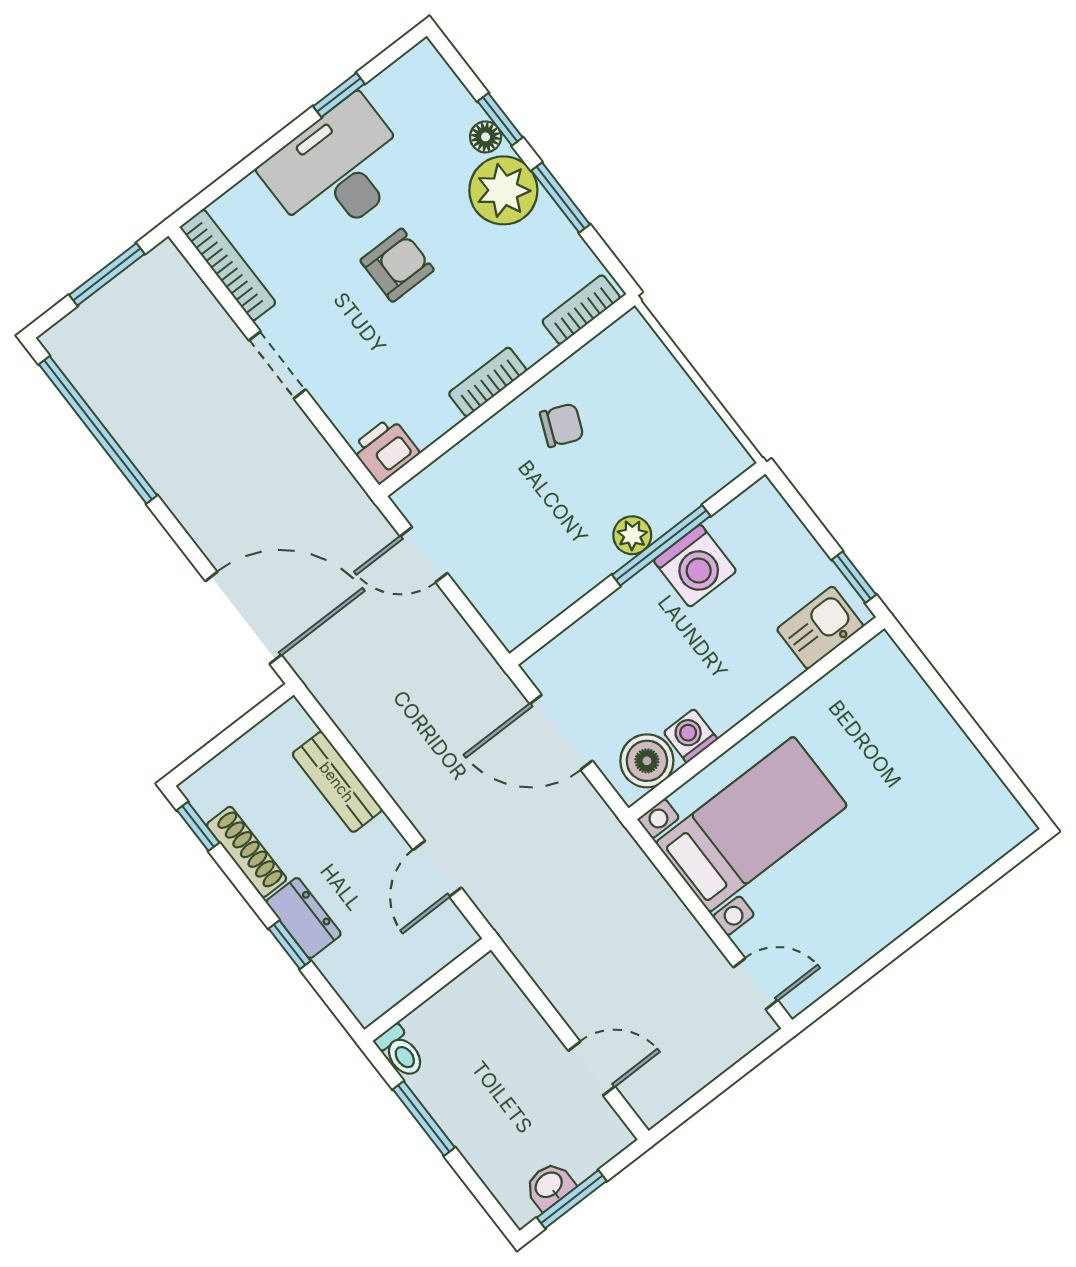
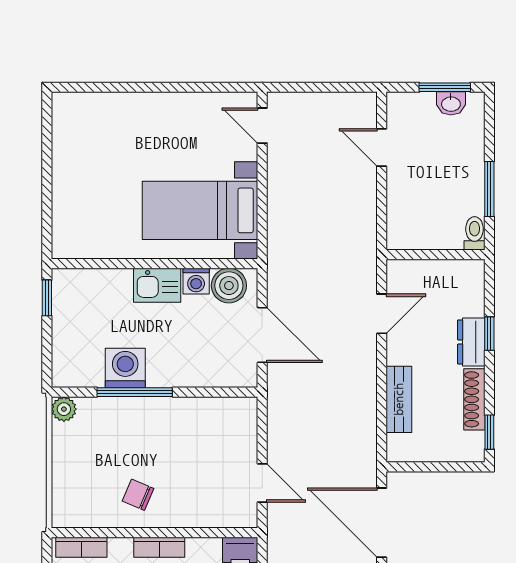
plant: (632, 535) -> (64, 409), moved
kitchen sink: (820, 628) -> (157, 285), moved

